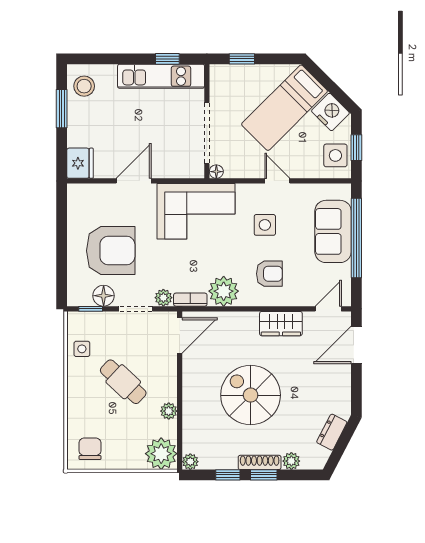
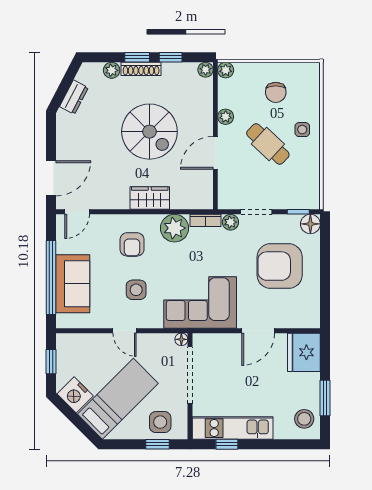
side table: (335, 155) -> (160, 422), moved
fridge: (80, 163) -> (304, 352), width x1.36, depth x1.34
armchair: (269, 274) -> (132, 244), turned -90
floor lamp: (104, 296) -> (310, 224), moved
wardrobe: (281, 324) -> (150, 198), moved
door: (180, 335) -> (215, 153), moved
side table: (82, 349) -> (302, 130), moved
chair: (90, 449) -> (276, 92), moved
plant: (161, 454) -> (226, 70), width x0.53, depth x0.53

